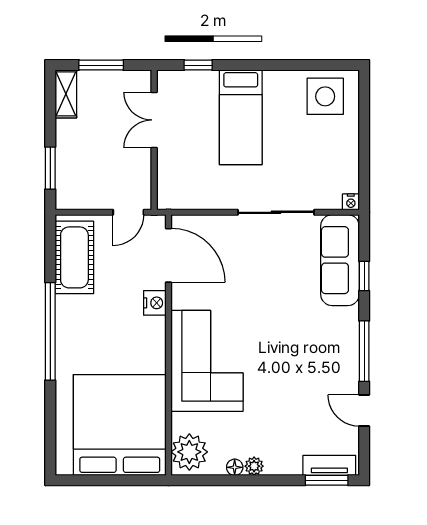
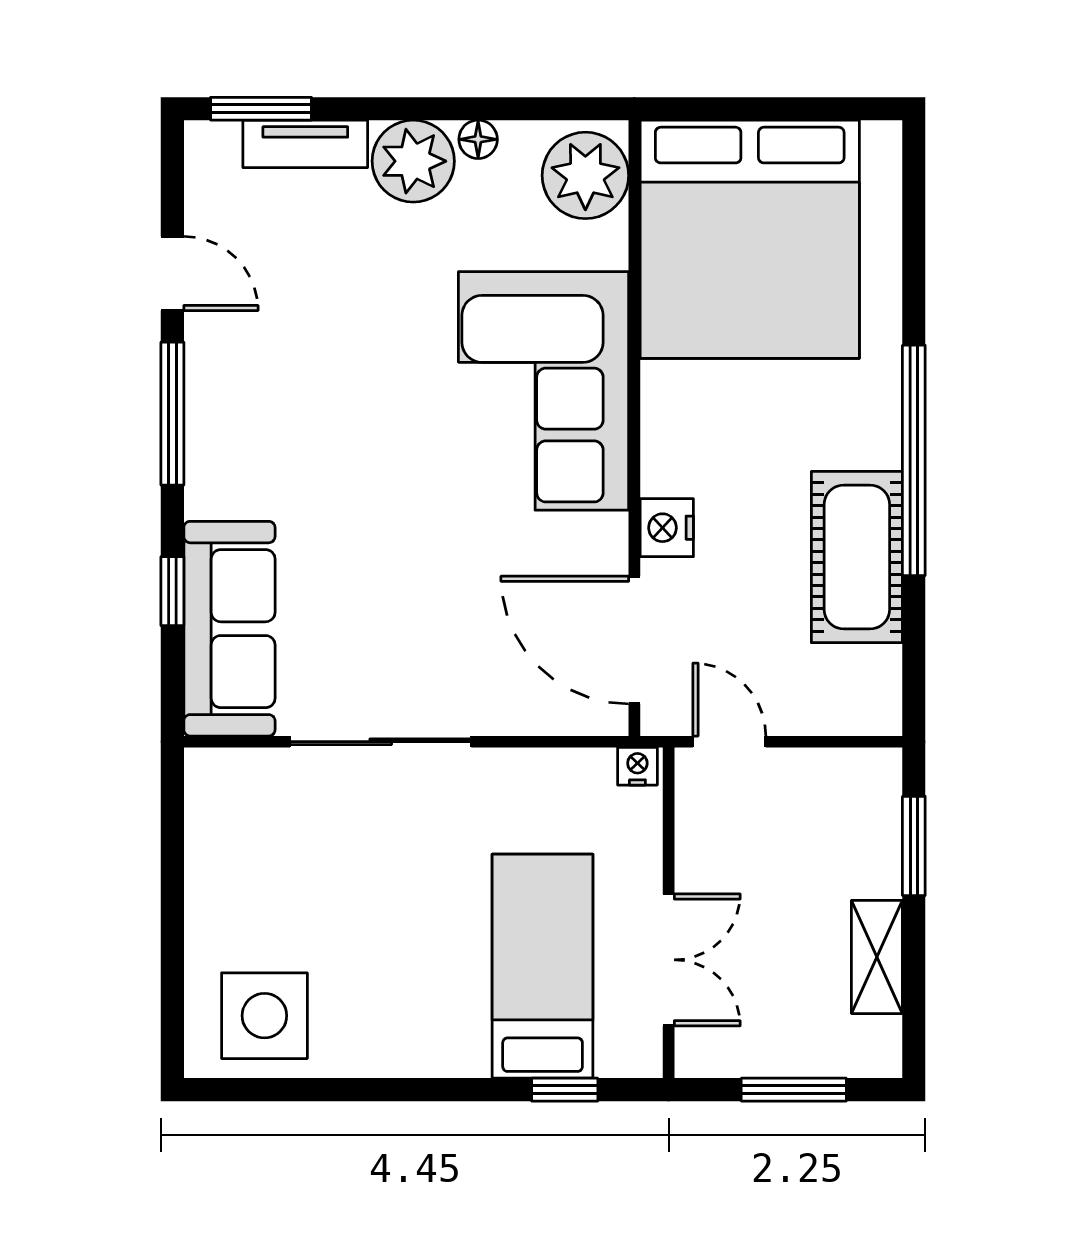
shelving: (66, 94) -> (877, 957), moved
bed: (241, 117) -> (543, 966), moved
nightstand: (351, 202) -> (637, 766), moved
door: (128, 212) -> (729, 742), hinge flipped
cot: (74, 257) -> (857, 557), moved
tv unit: (329, 465) -> (305, 144), moved
plant: (254, 466) -> (413, 161), width x1.87, depth x1.87

